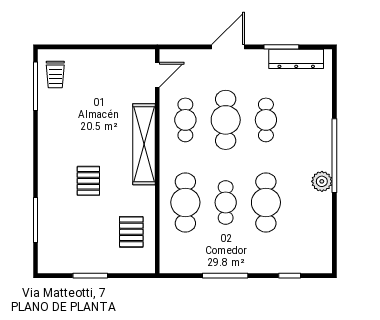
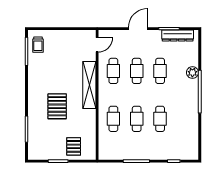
cafe table: (226, 120) -> (137, 71), width x0.73, depth x0.74
pallet: (88, 181) -> (57, 106), width x1.50, depth x1.42
plant: (322, 181) -> (192, 72), moved
cafe table: (185, 202) -> (113, 119), width x0.73, depth x0.74
cafe table: (266, 202) -> (160, 119), width x0.73, depth x0.74
pallet: (131, 232) -> (74, 146), moved

